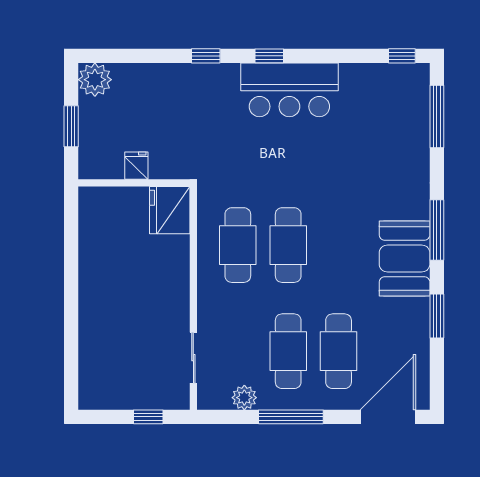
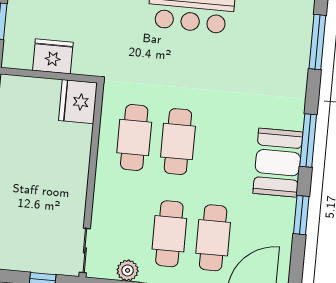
fridge: (136, 166) -> (53, 56), width x1.88, depth x1.34
sliding door: (193, 358) -> (85, 250), moved

